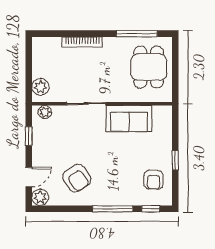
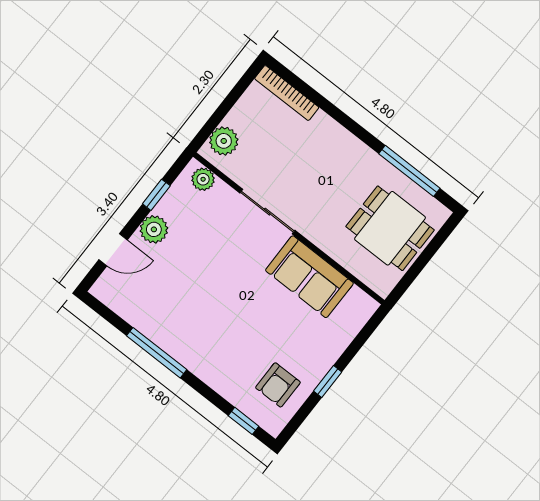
bookcase: (82, 42) -> (287, 93), moved
dining table: (149, 67) -> (390, 228), turned 90
armchair: (77, 178) -> (176, 302), removed
plant: (40, 197) -> (154, 229), moved
window: (113, 209) -> (157, 353), moved

